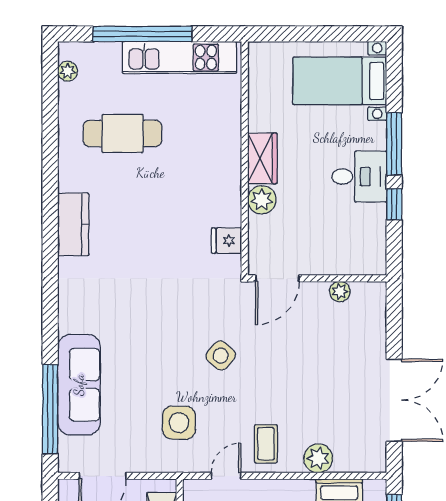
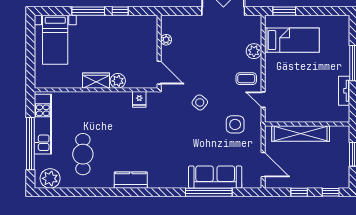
plant: (68, 71) -> (50, 178), width x1.87, depth x1.87
desk: (359, 177) -> (106, 30), removed
window: (50, 409) -> (209, 192), moved

